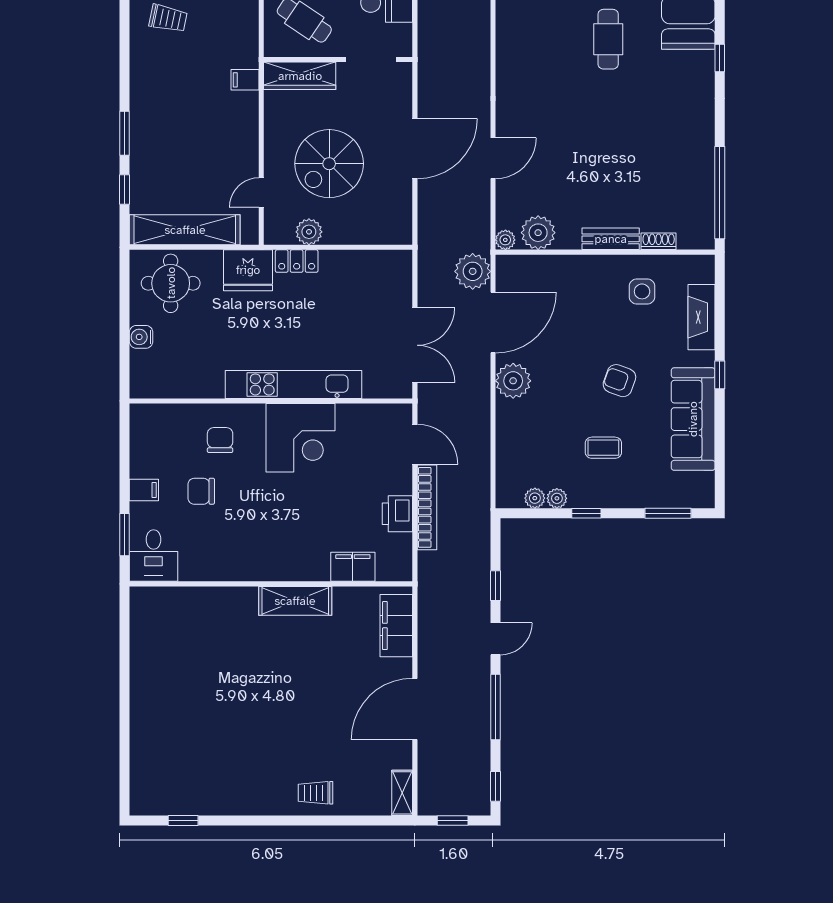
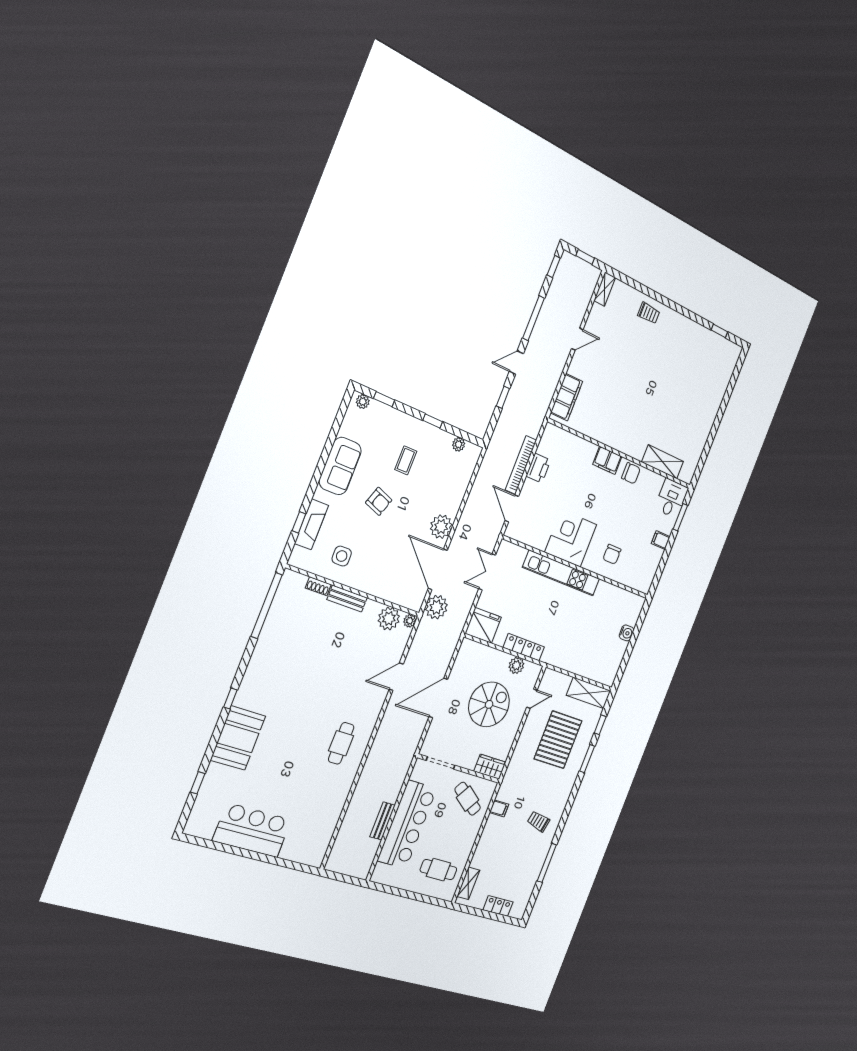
cafe table: (608, 39) -> (341, 743), moved
wardrobe: (300, 76) -> (490, 767), width x0.67
filing cabinet: (245, 80) -> (499, 808), moved
pallet: (189, 147) -> (558, 740), added
shelving: (185, 230) -> (589, 693), width x0.68
locker: (297, 261) -> (524, 647), width x1.53
fridge: (248, 270) -> (483, 625), moved
round table: (171, 283) -> (599, 660), removed
door: (493, 323) -> (438, 569), hinge flipped
double door: (415, 345) -> (487, 572), width x0.73
window: (720, 375) -> (299, 522), moved
sofa: (693, 419) -> (340, 466), width x0.73
coffee table: (603, 448) -> (406, 460), turned 90
chair: (201, 491) -> (631, 473), moved
plant: (557, 498) -> (363, 402), moved
window: (668, 513) -> (384, 399), width x0.67
filing cabinet: (353, 567) -> (607, 460), moved
shelving: (295, 601) -> (663, 462), moved
door: (415, 709) -> (577, 339), width x0.53

